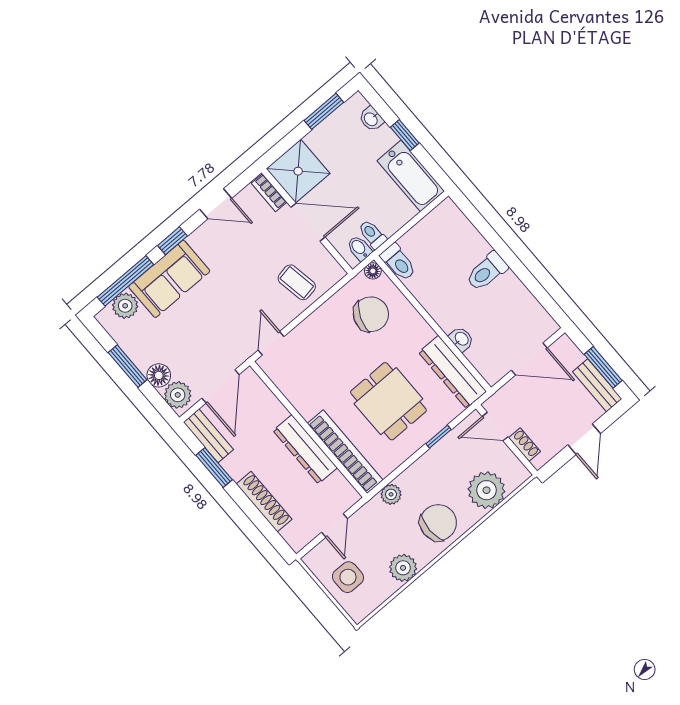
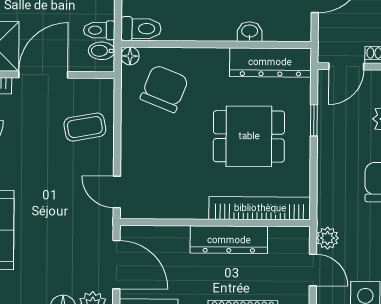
plant: (391, 494) -> (327, 238), moved

